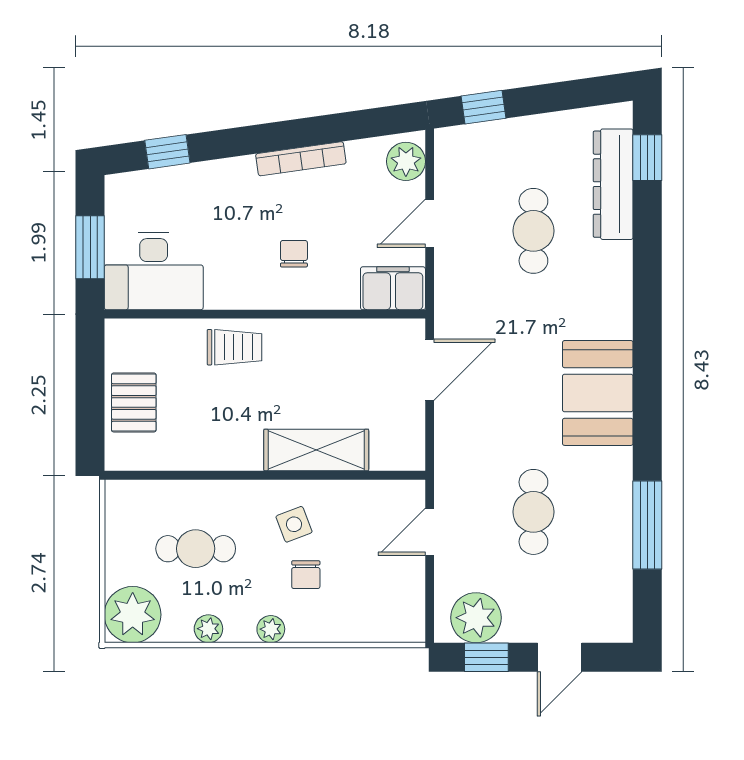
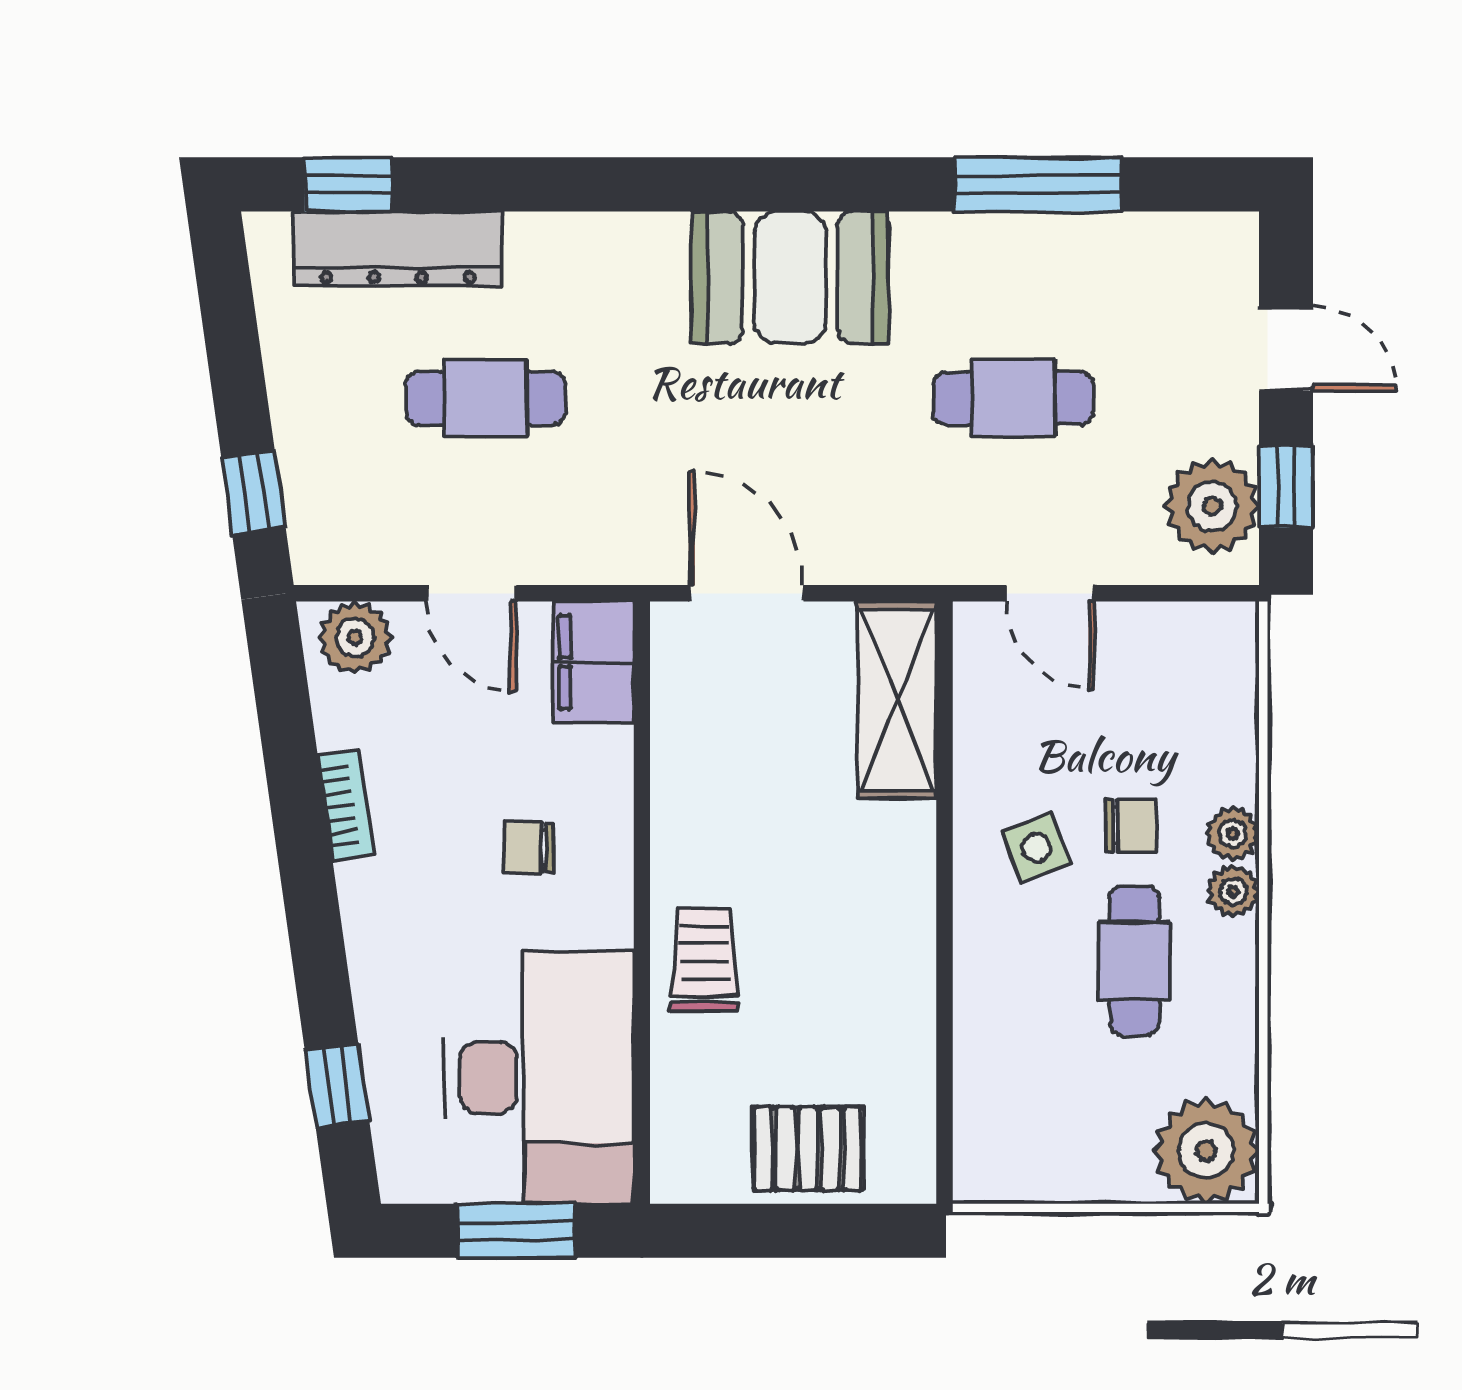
bookcase: (301, 159) -> (346, 805), width x0.64
desk: (154, 271) -> (539, 1077), width x1.36, depth x1.30
shelving: (316, 450) -> (897, 700), moved
cafe table: (196, 549) -> (1134, 961), moved
plant: (208, 629) -> (1233, 834), moved

